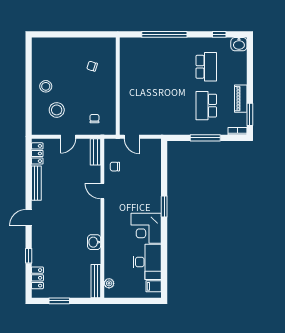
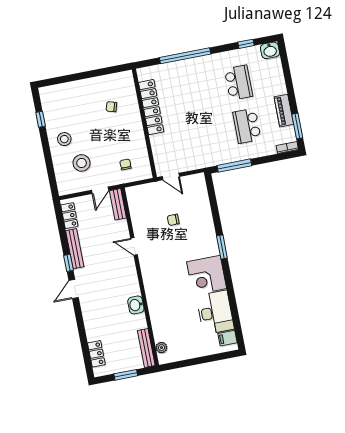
window: (29, 65) -> (41, 119), added
locker: (126, 73) -> (151, 107), added
window: (205, 138) -> (234, 166), moved
bench: (95, 152) -> (118, 204), moved
chair: (115, 167) -> (173, 220), moved
door: (102, 191) -> (134, 246), moved
wall: (102, 218) -> (140, 277), moved
washbasin: (94, 242) -> (136, 305), moved
window: (29, 256) -> (69, 263), moved
bench: (96, 281) -> (146, 348), moved
plant: (109, 283) -> (161, 348), moved

